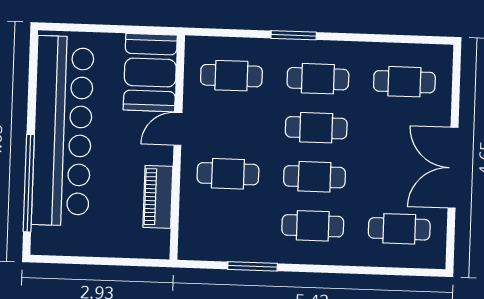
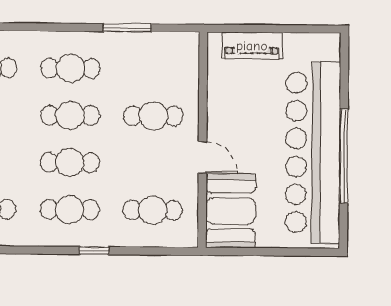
window: (294, 35) -> (94, 251), width x0.67
door: (178, 129) -> (202, 158), hinge flipped
window: (29, 183) -> (344, 156), moved
piano: (158, 197) -> (252, 46), moved, turned 90

